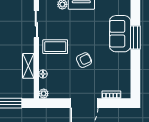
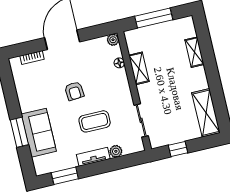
coffee table: (55, 47) -> (95, 121), moved
armchair: (84, 60) -> (74, 91), turned -69

